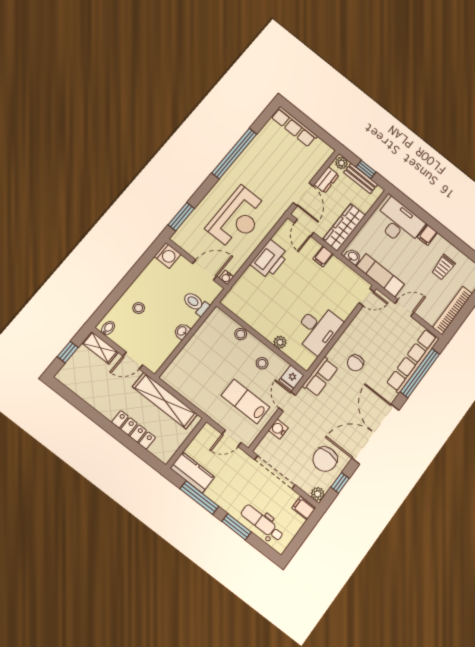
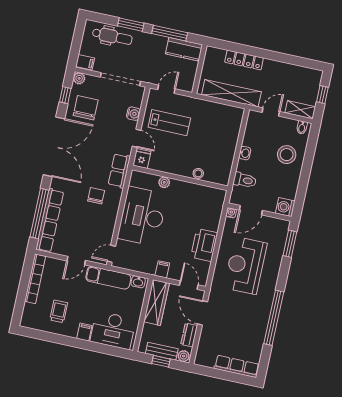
stool: (139, 308) -> (287, 155), width x1.89, depth x1.89
desk: (318, 329) -> (142, 216), width x1.36, depth x1.30
stool: (262, 363) -> (170, 159), removed

